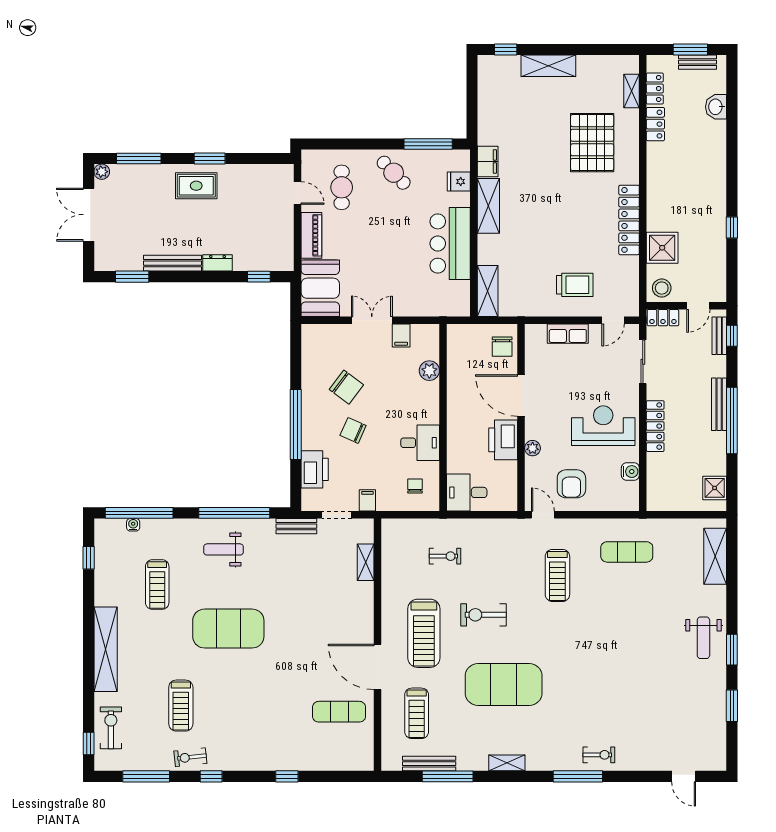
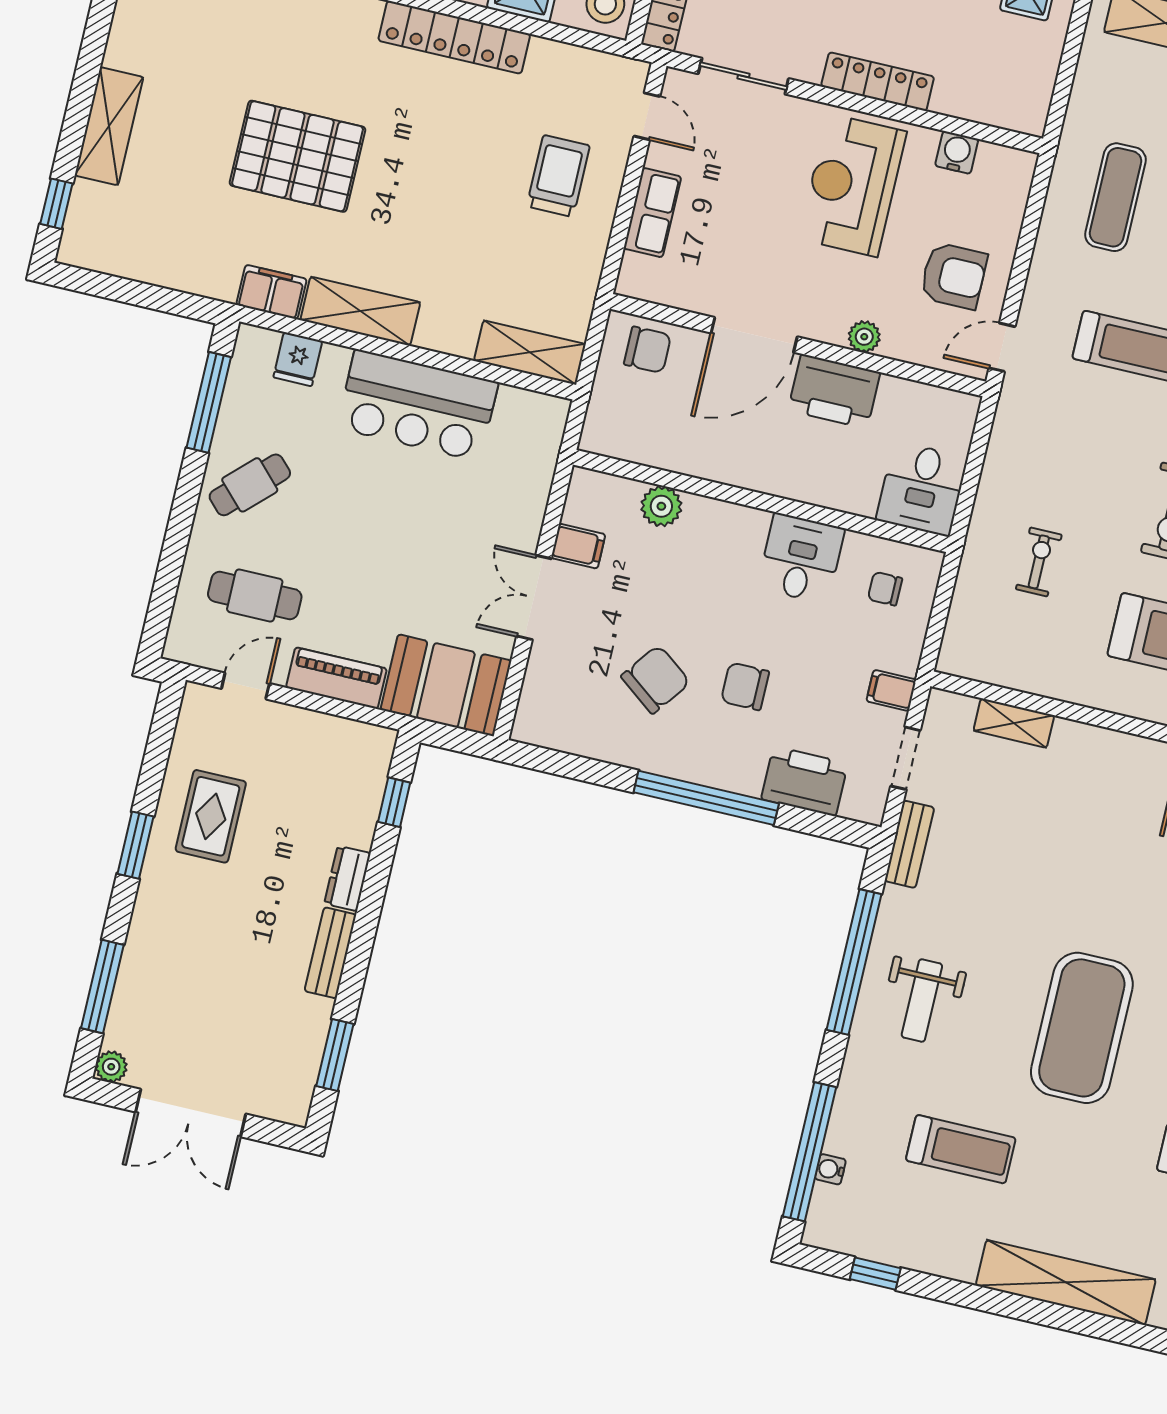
pallet: (592, 143) -> (298, 156), moved
rug: (196, 186) -> (211, 816), moved
bench: (173, 263) -> (330, 953), width x0.73
chair: (353, 430) -> (745, 686), turned 66

